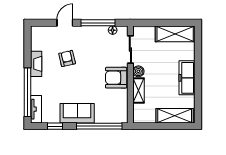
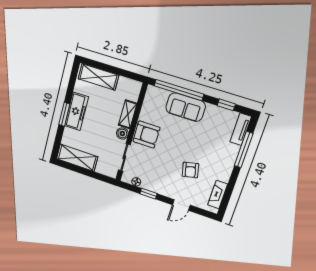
window: (98, 23) -> (148, 194), width x0.46
fireplace: (36, 64) -> (218, 195), moved
window: (198, 71) -> (64, 114), added
window: (28, 92) -> (244, 150), width x0.68
sofa: (77, 113) -> (186, 107), moved

